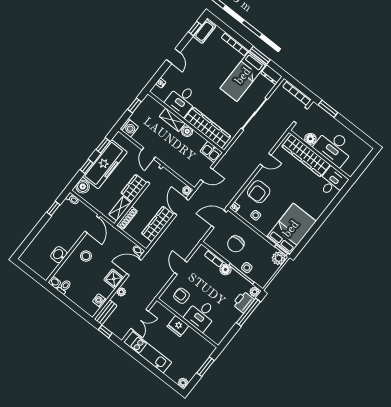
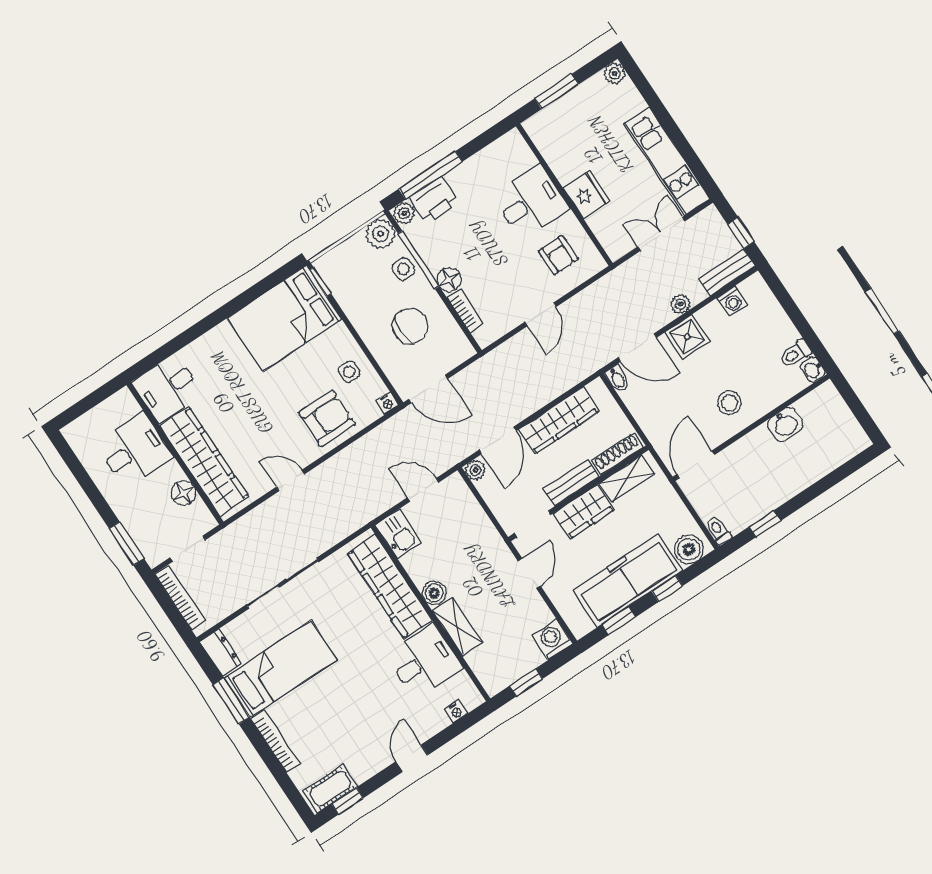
desk: (334, 147) -> (134, 451), width x0.73
bench: (143, 199) -> (571, 483), added
plant: (279, 258) -> (381, 234), moved

